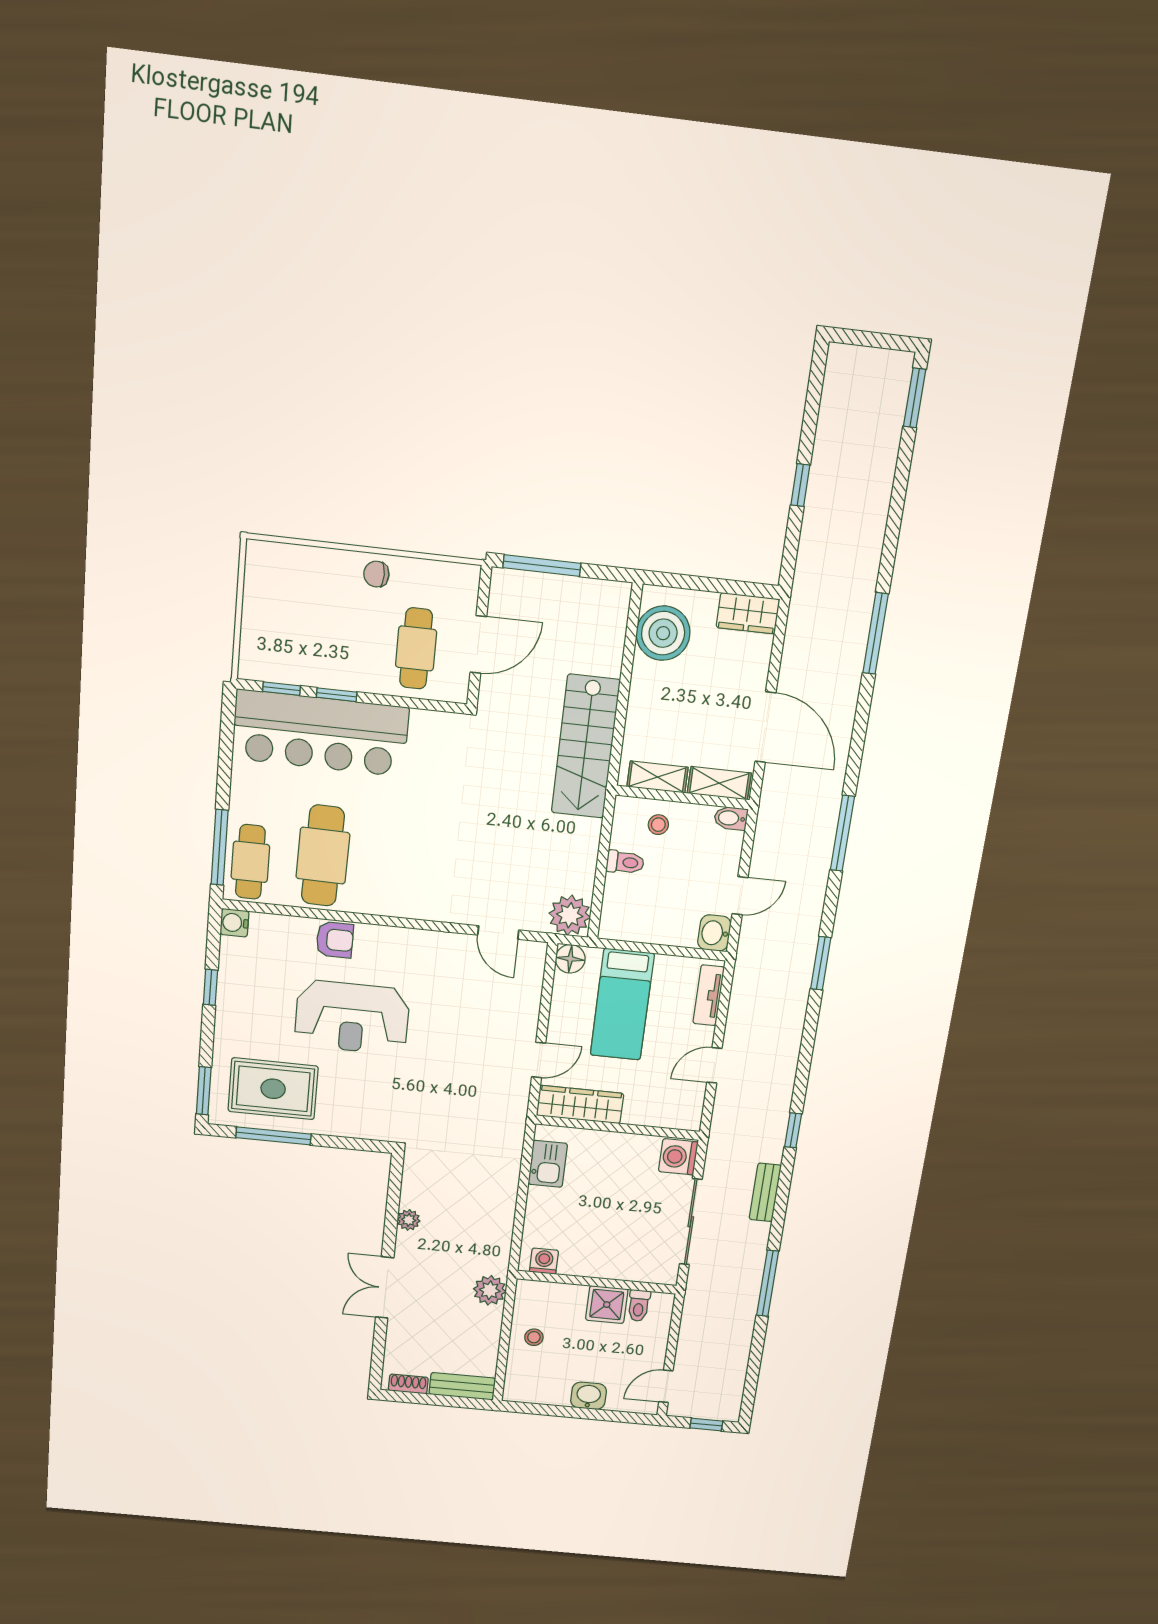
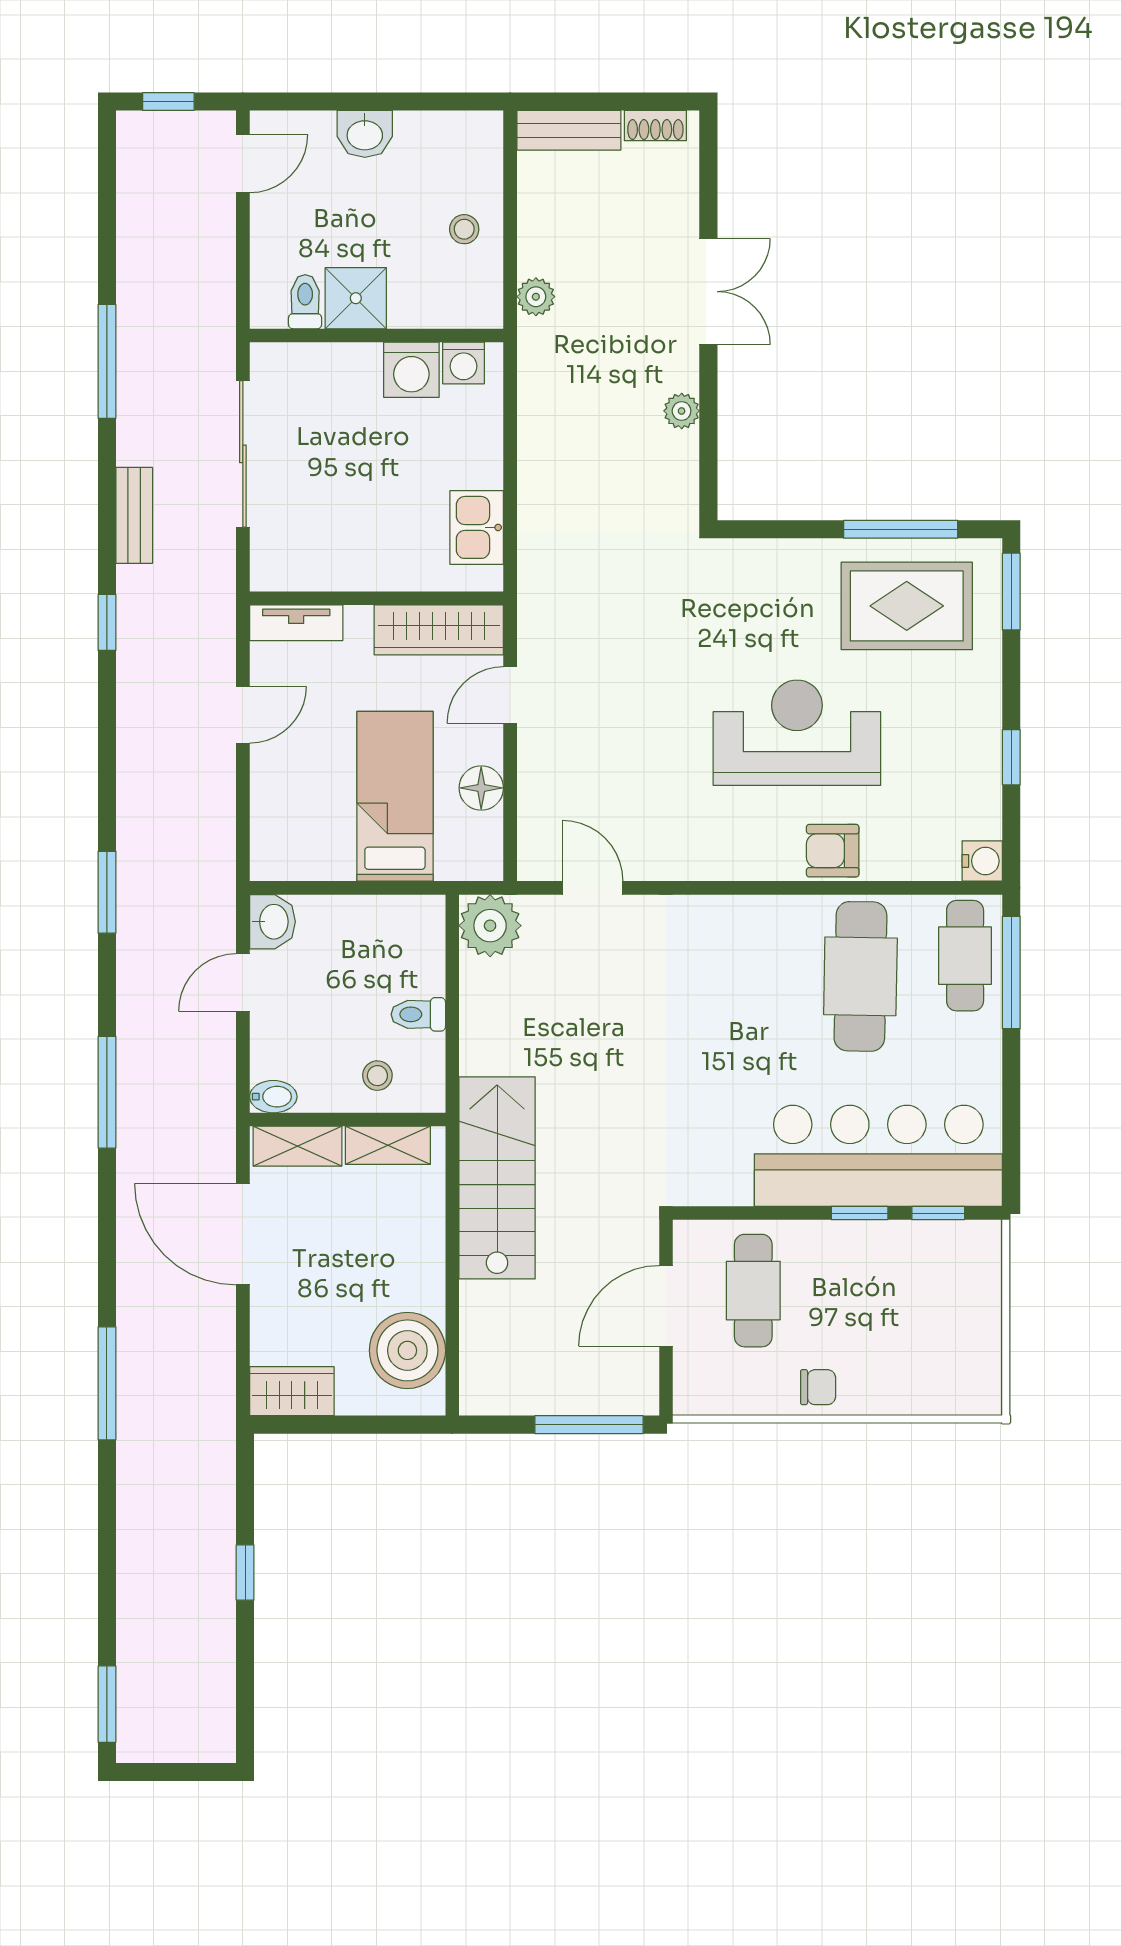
floor lamp: (570, 959) -> (481, 788), moved
tv unit: (709, 995) -> (296, 623), moved, turned 90
washing machine: (678, 1157) -> (411, 370), moved, turned 90
plant: (490, 1290) -> (536, 297), width x0.73, depth x0.73

